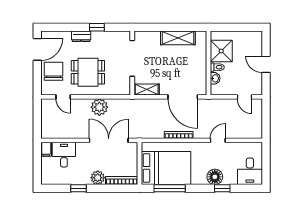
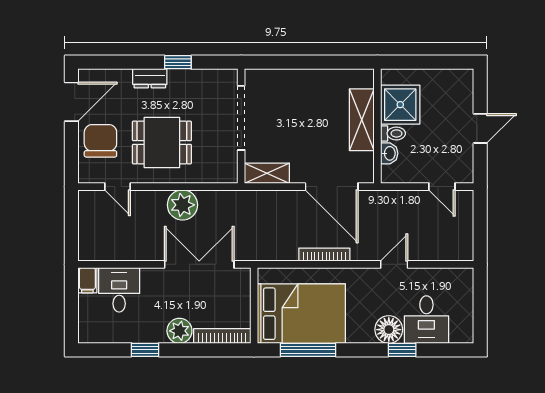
shelving: (178, 38) -> (362, 120), moved, turned 90
door: (266, 64) -> (480, 128), swing flipped
desk: (250, 171) -> (426, 320), moved

